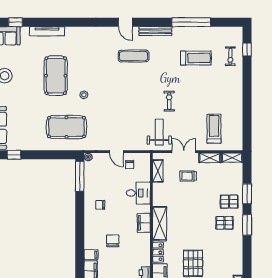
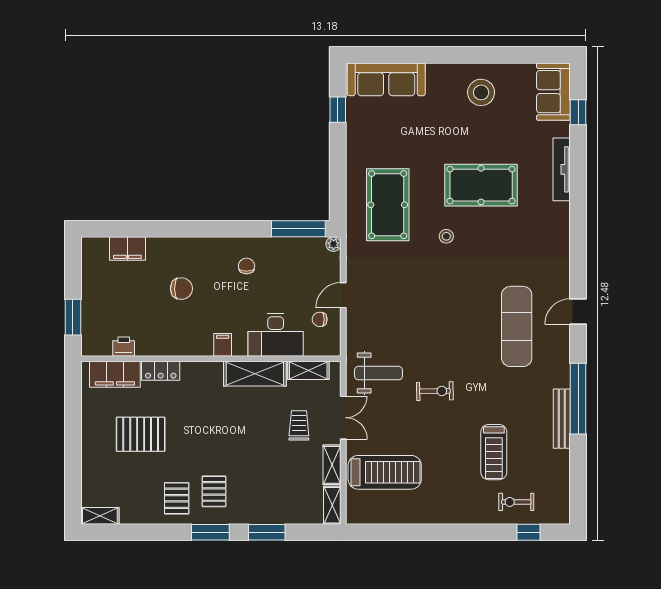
window: (191, 22) -> (578, 399), moved
bench: (155, 31) -> (562, 419), moved
exercise mat: (134, 56) -> (517, 326), width x1.36, depth x1.45
treadmill: (196, 58) -> (494, 452), moved
treadmill: (214, 129) -> (385, 472), width x1.37, depth x1.38
desk: (138, 193) -> (276, 335), width x1.37
pallet: (229, 202) -> (177, 498), moved
filing cabinet: (144, 223) -> (223, 345), width x0.50
shelving: (160, 224) -> (255, 374), moved
filing cabinet: (91, 255) -> (156, 249), removed

